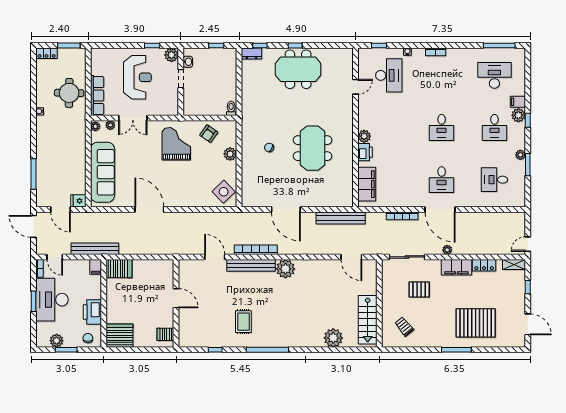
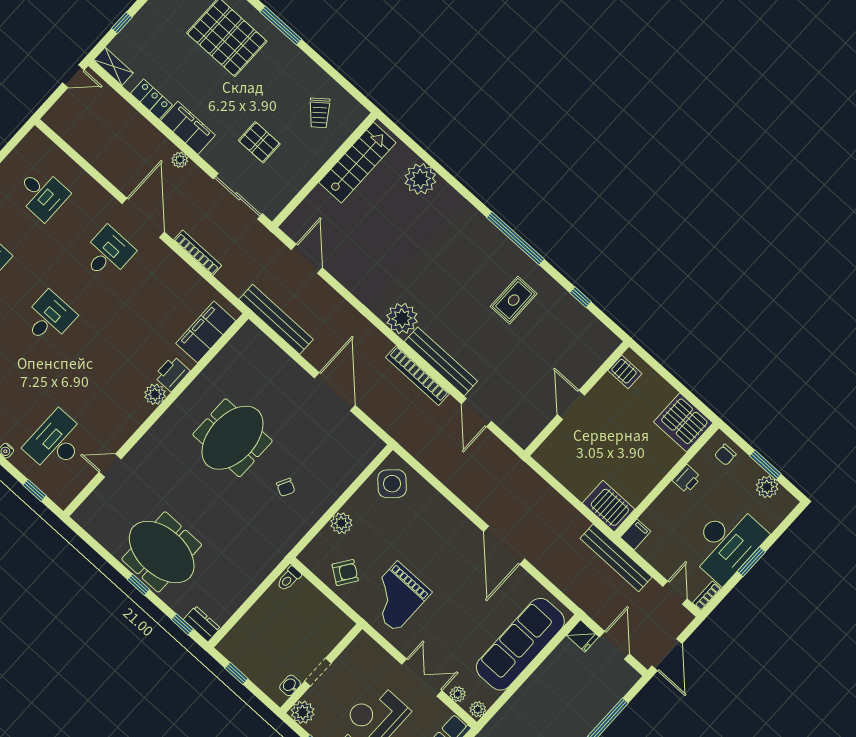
printer: (92, 312) -> (687, 479), width x0.53, depth x0.68

